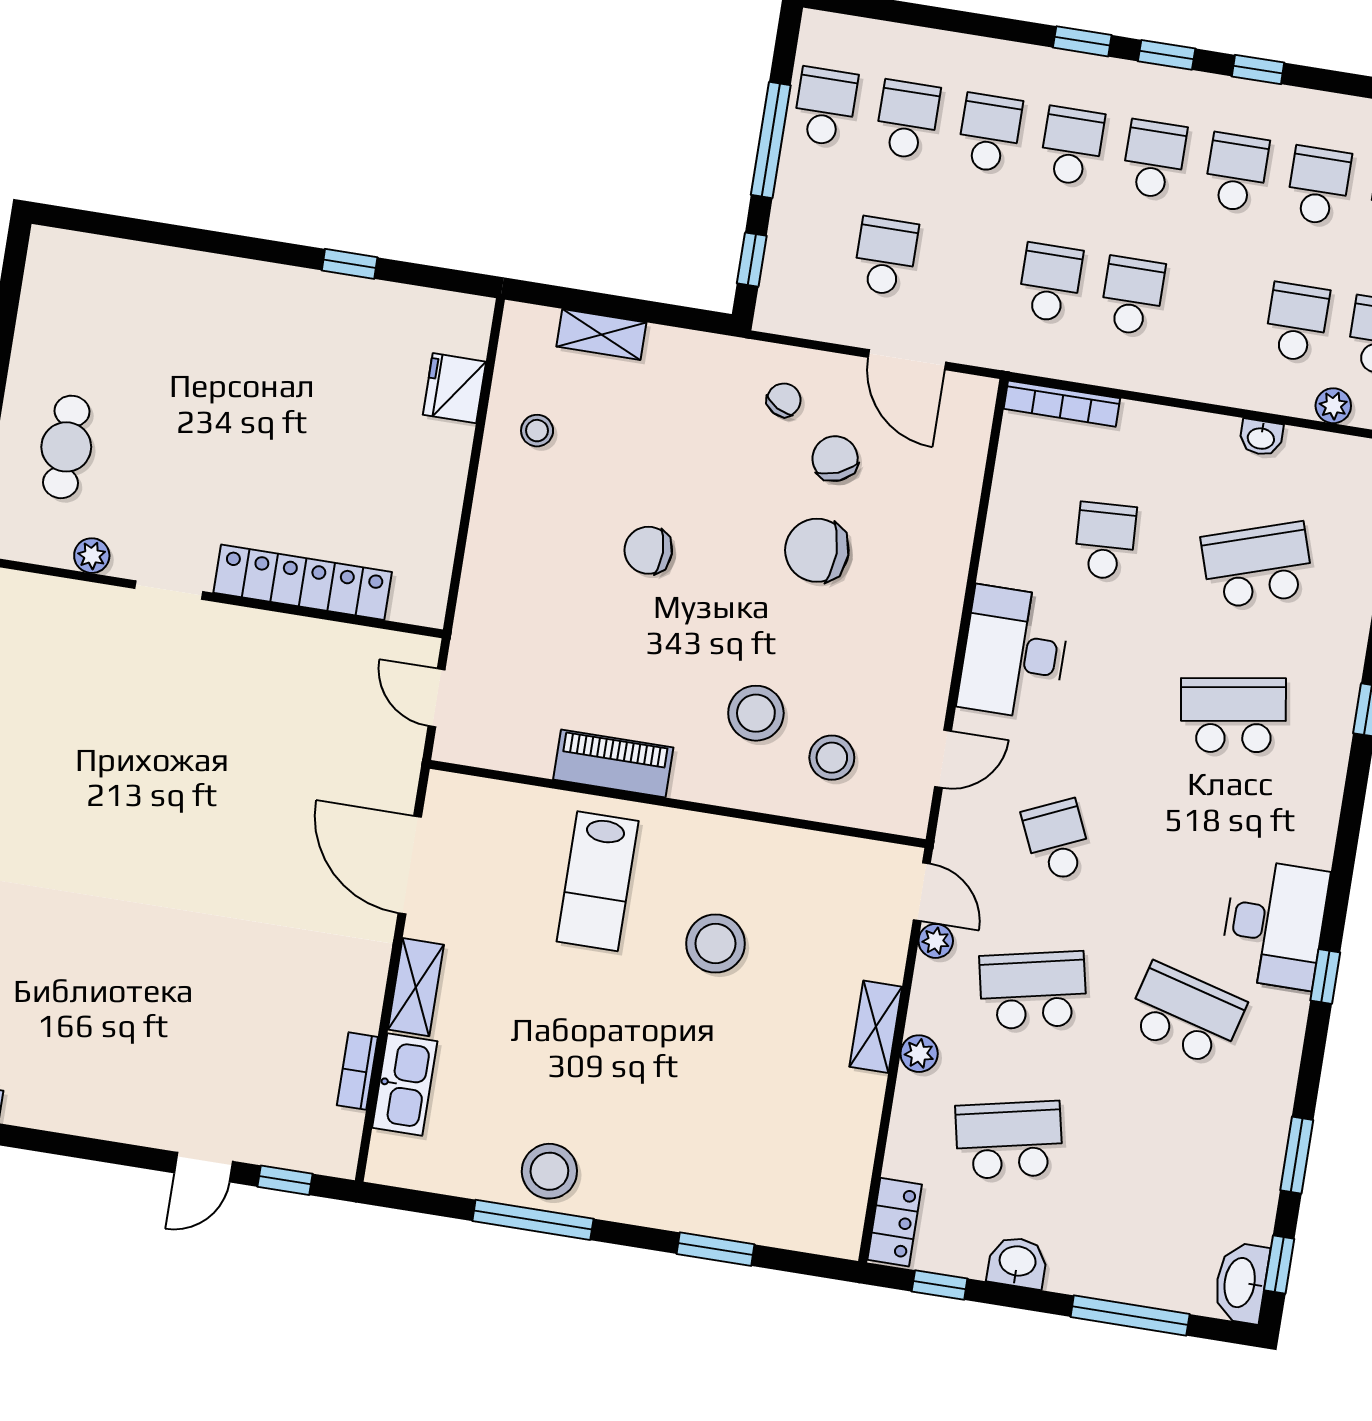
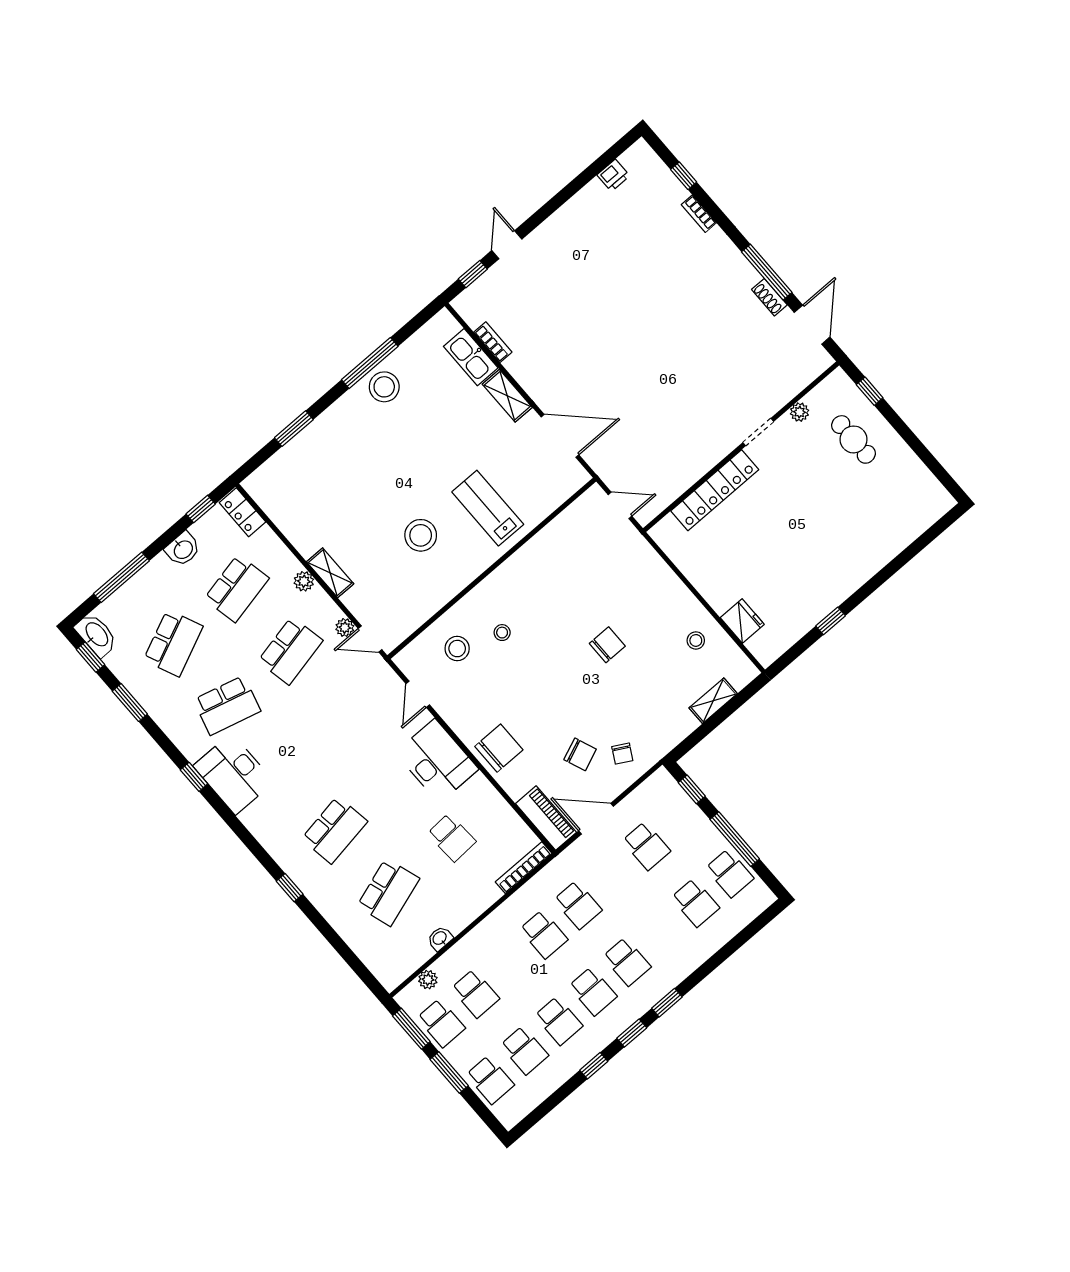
school desk: (990, 133) -> (661, 932), removed
chair: (817, 550) -> (499, 748), moved
stool: (756, 713) -> (502, 633), width x0.53, depth x0.53
piano: (613, 763) -> (546, 818), moved, turned -90
school desk: (1057, 840) -> (173, 643), moved, width x1.85

